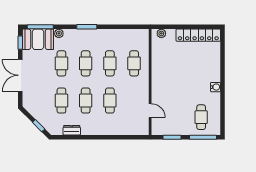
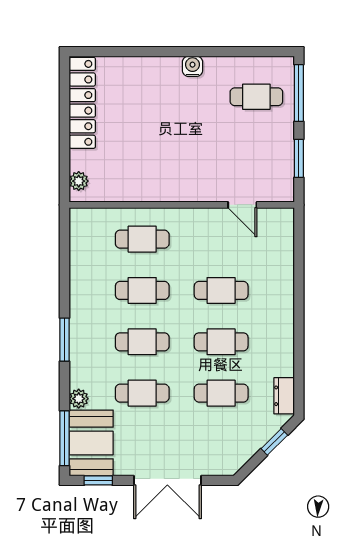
door: (150, 111) -> (242, 205), swing flipped
dresser: (72, 130) -> (284, 396), moved

